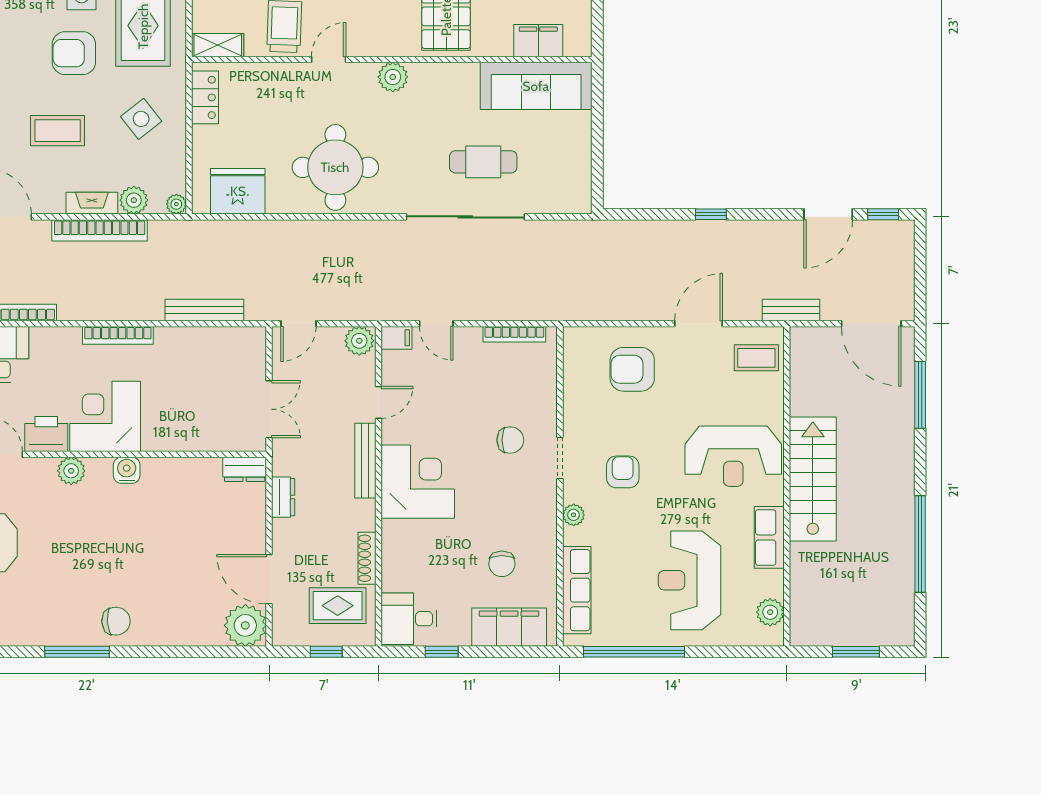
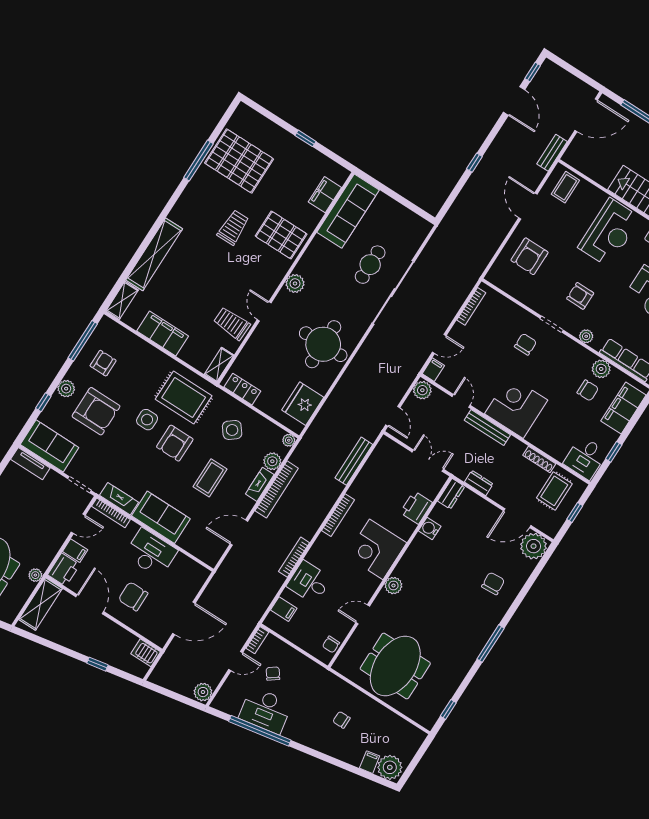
printer: (46, 434) -> (416, 508), moved
water cooler: (127, 470) -> (430, 528), moved
plant: (542, 563) -> (601, 369), added
chair: (116, 621) -> (493, 583), moved

